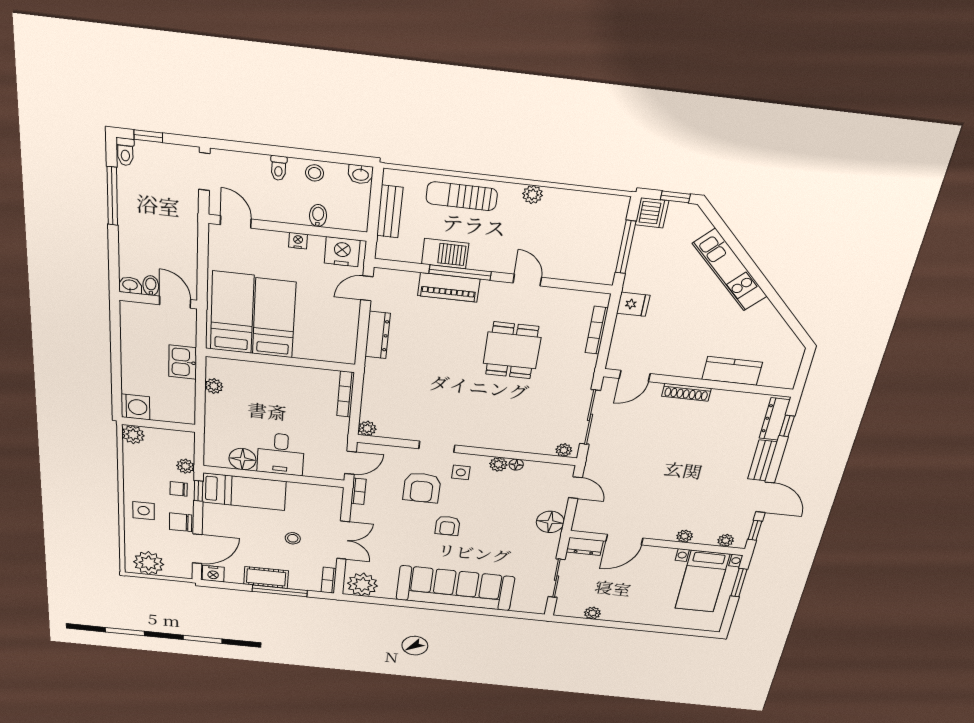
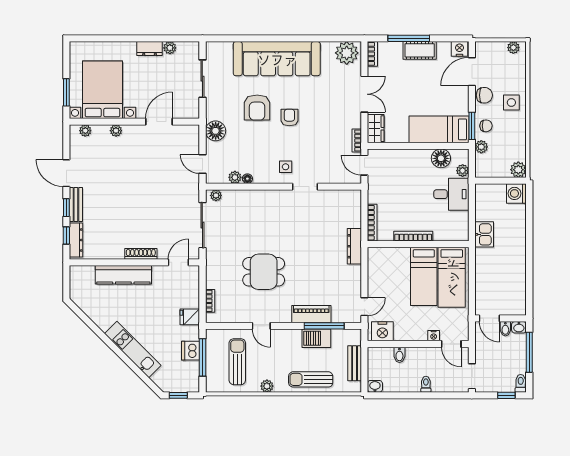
stool: (315, 173) -> (403, 384), removed
sun lounger: (462, 196) -> (311, 379), turned 180
dishwasher: (652, 213) -> (191, 351), moved
sun lounger: (573, 235) -> (237, 362), added
nightstand: (298, 241) -> (434, 336), moved
window: (460, 273) -> (324, 326), moved
washbasin: (130, 285) -> (519, 327), moved
bidet: (151, 286) -> (505, 329), moved
wall: (158, 300) -> (501, 318), moved
door: (175, 302) -> (489, 318), moved
bookcase: (597, 330) -> (210, 301), width x0.64
dresser: (378, 335) -> (354, 246), moved
dining table: (512, 350) -> (264, 272), turned 90
bookcase: (287, 371) -> (413, 236), added
kitchen counter: (732, 371) -> (123, 275), width x1.50
plant: (214, 386) -> (463, 171), moved
plant: (367, 428) -> (355, 196), removed
desk: (281, 454) -> (451, 194), moved, turned 90
door: (350, 463) -> (364, 165), hinge flipped
plant: (498, 464) -> (235, 177), moved
armchair: (422, 488) -> (257, 108), moved, turned 180
window: (198, 491) -> (472, 126), width x1.50
wardrobe: (331, 502) -> (376, 129), added
window: (755, 530) -> (66, 208), moved
stool: (293, 538) -> (402, 91), removed
double door: (343, 540) -> (364, 94), swing flipped
dresser: (585, 546) -> (150, 49), moved, turned 180
plant: (149, 563) -> (513, 48), width x0.53, depth x0.53
bed with nightstands: (702, 581) -> (102, 90), width x1.36

